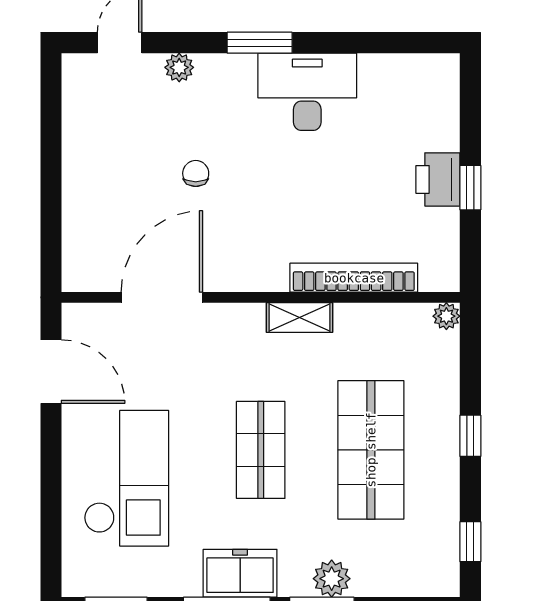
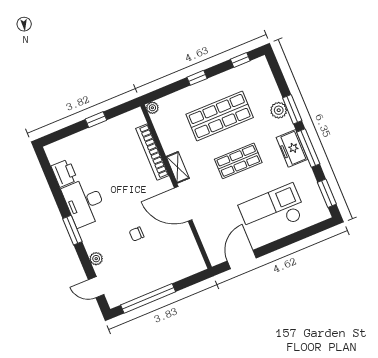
window: (51, 142) -> (148, 298), added
printer: (438, 179) -> (64, 173), moved, turned -90
door: (162, 297) -> (183, 204), moved

